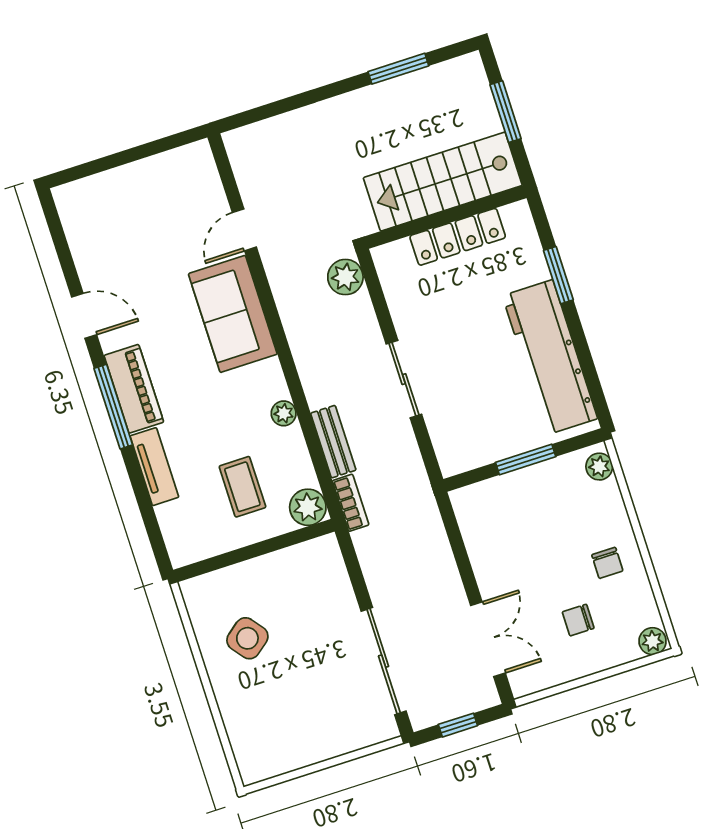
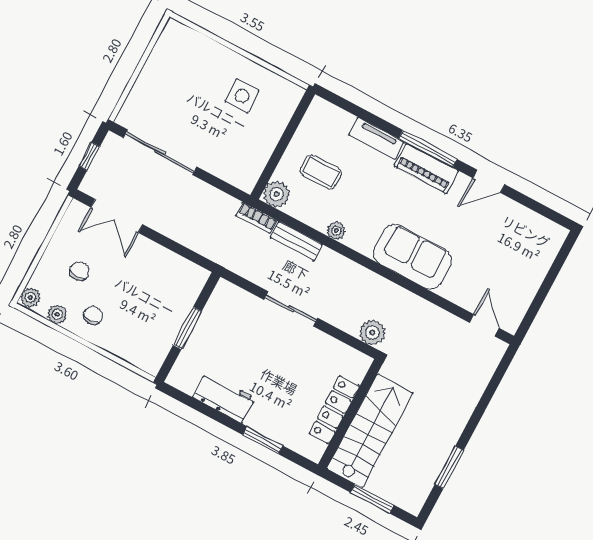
door: (244, 230) -> (484, 325), moved
workbench: (550, 357) -> (224, 398), width x0.53, depth x0.76
plant: (599, 467) -> (57, 314), moved
chair: (607, 563) -> (93, 315), turned 90
side table: (247, 638) -> (242, 96), turned 38

